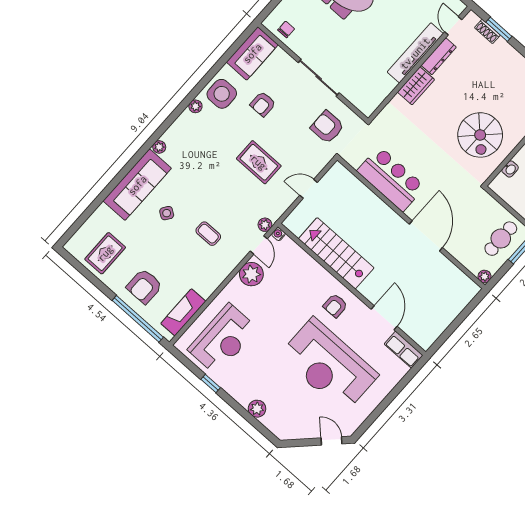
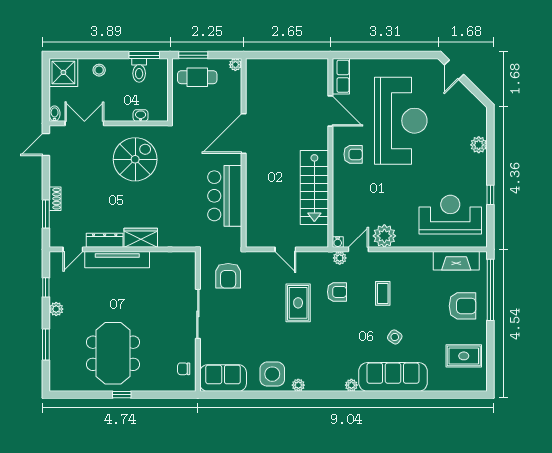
shoe rack: (487, 31) -> (55, 199), moved
armchair: (263, 104) -> (337, 292), moved
door: (384, 318) -> (330, 111), swing flipped

